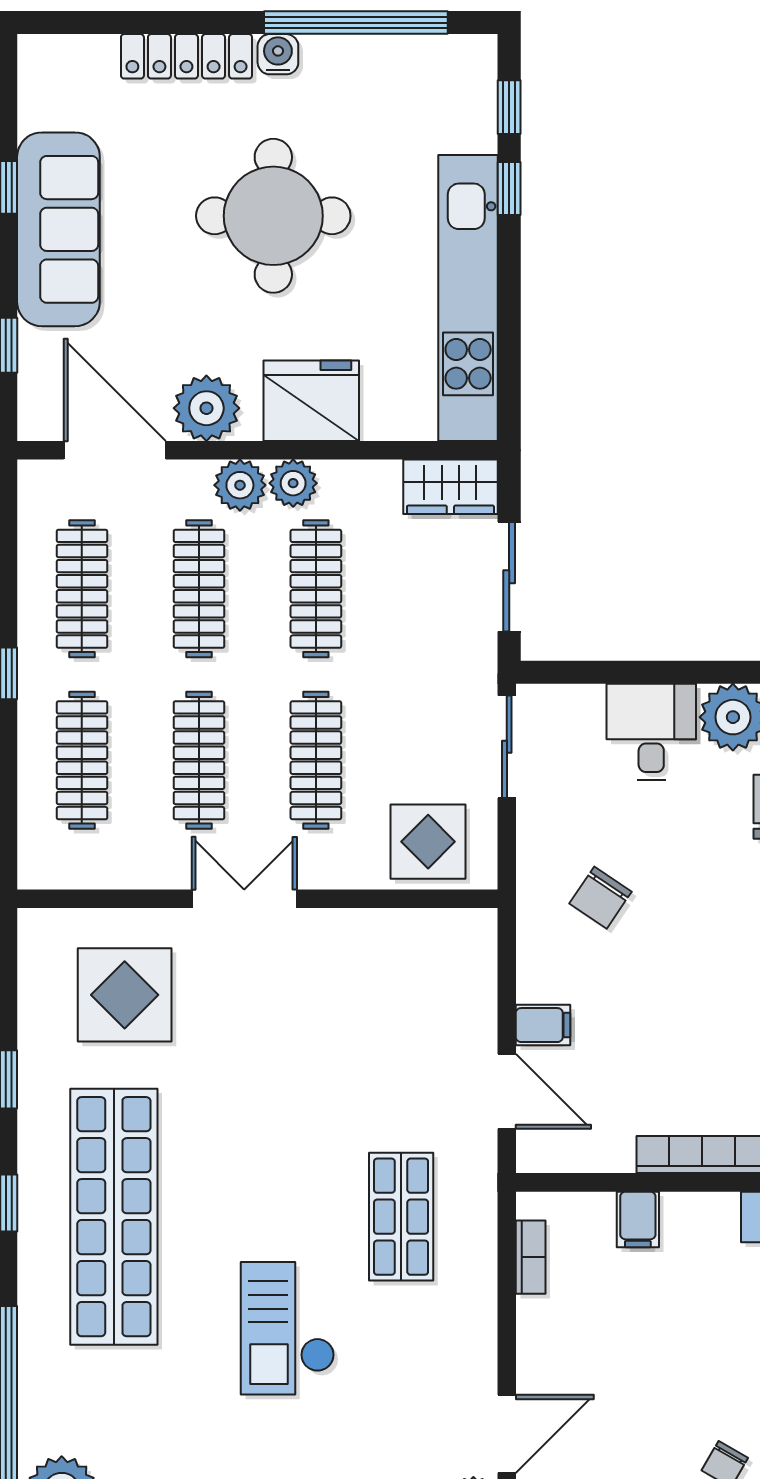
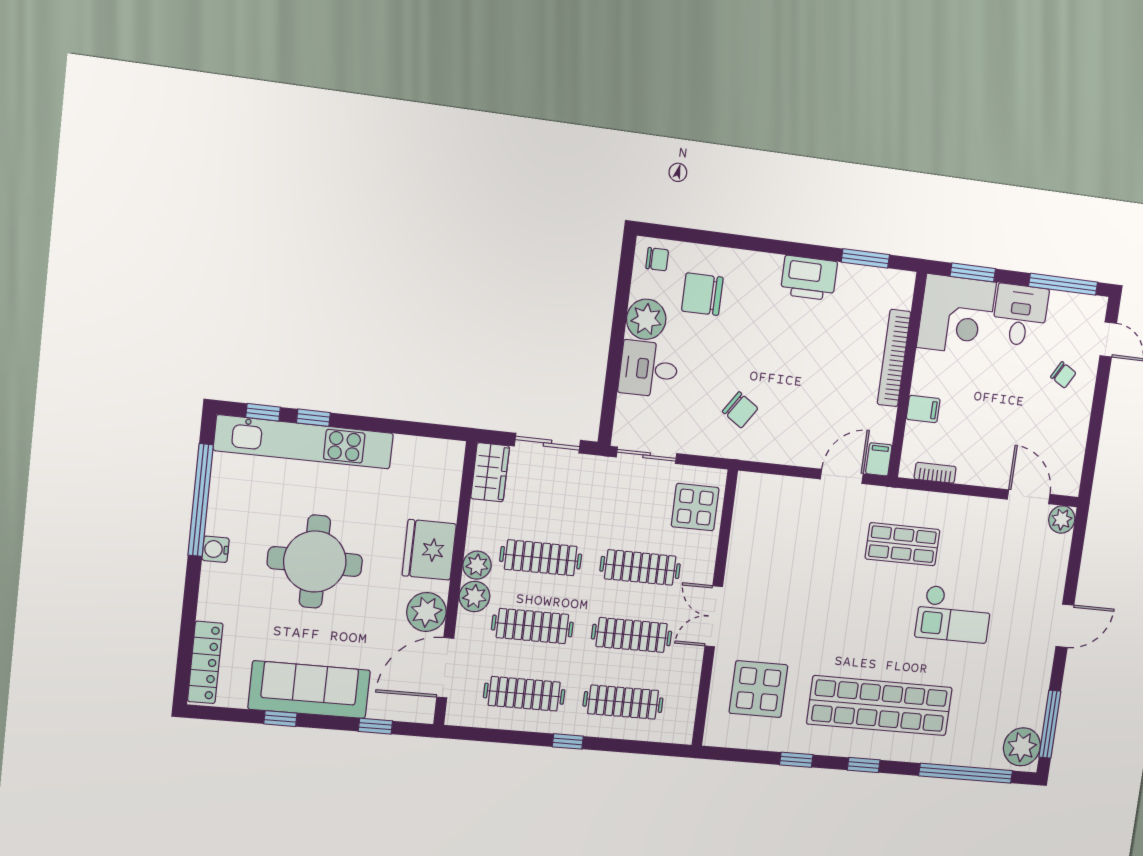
locker: (186, 56) -> (205, 662), moved
kitchen unit: (468, 298) -> (304, 442), moved
filing cabinet: (543, 1025) -> (879, 459), moved

